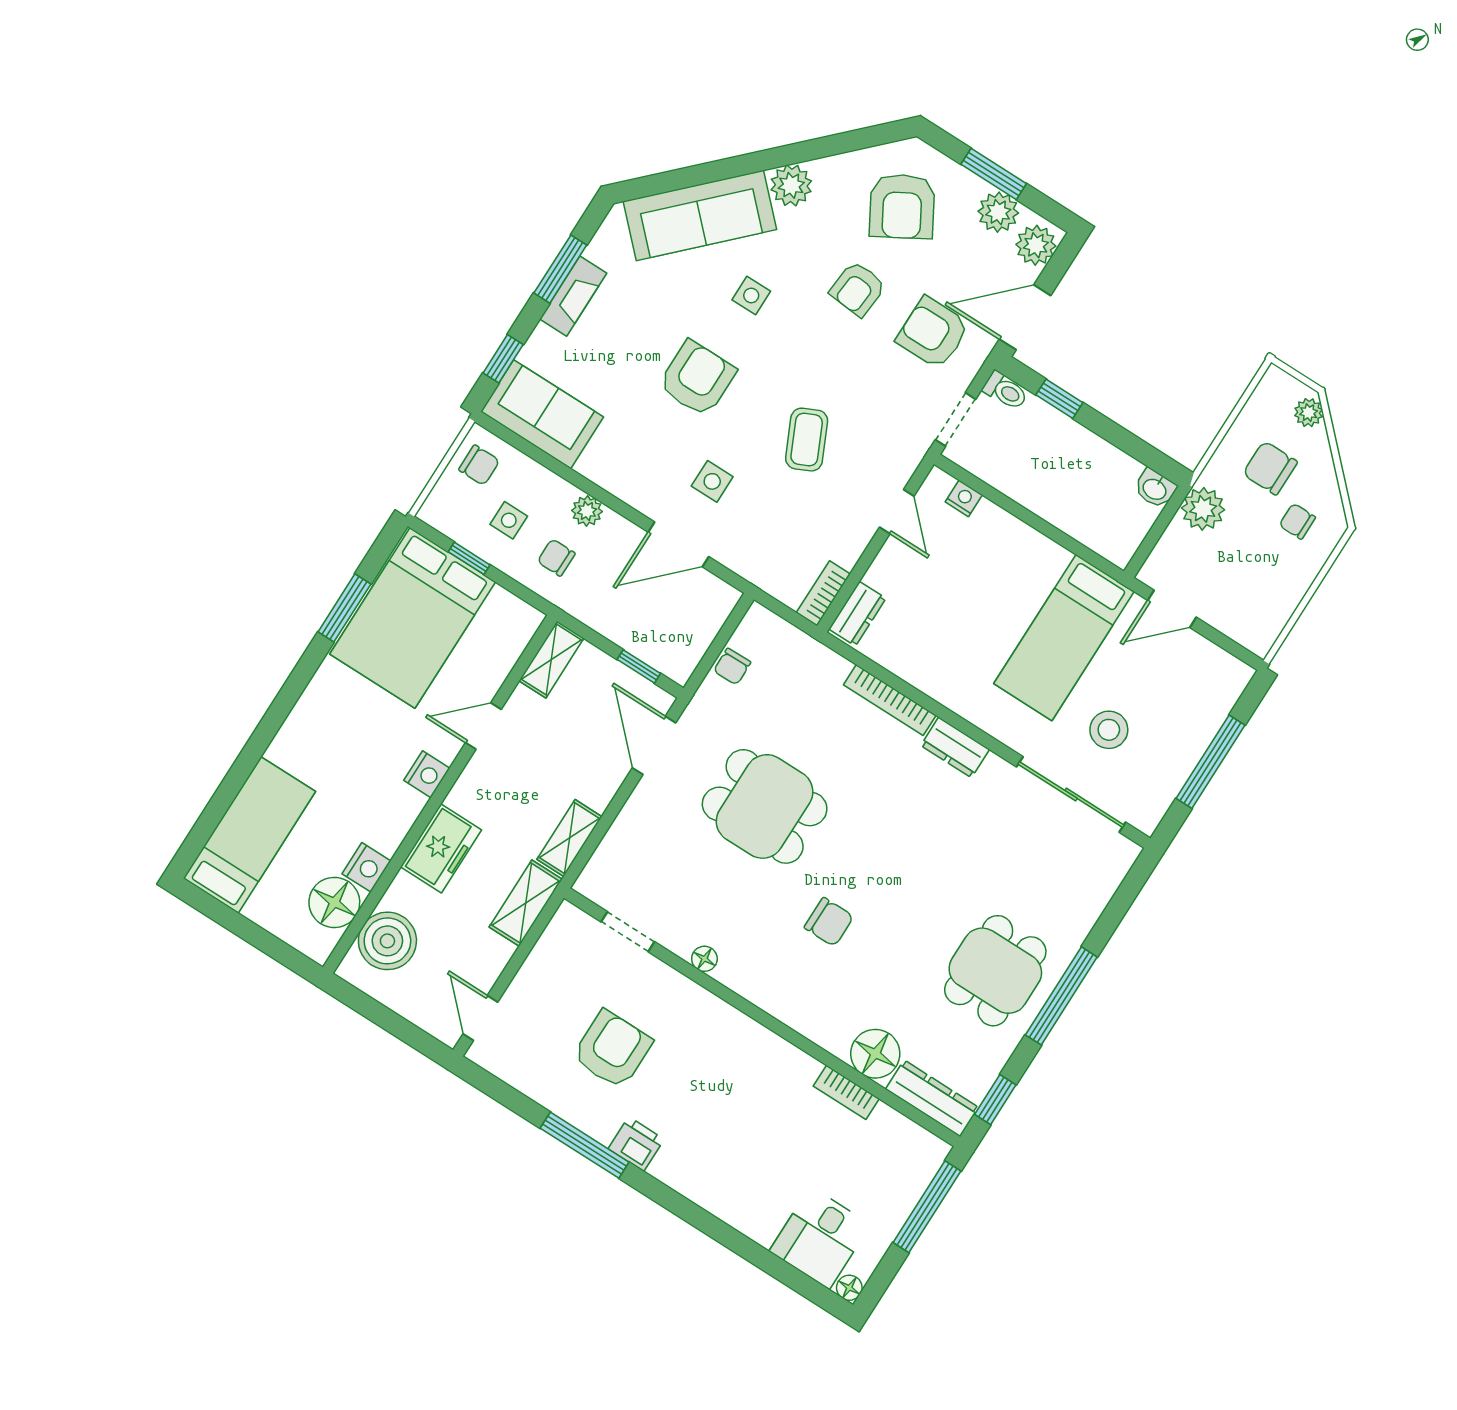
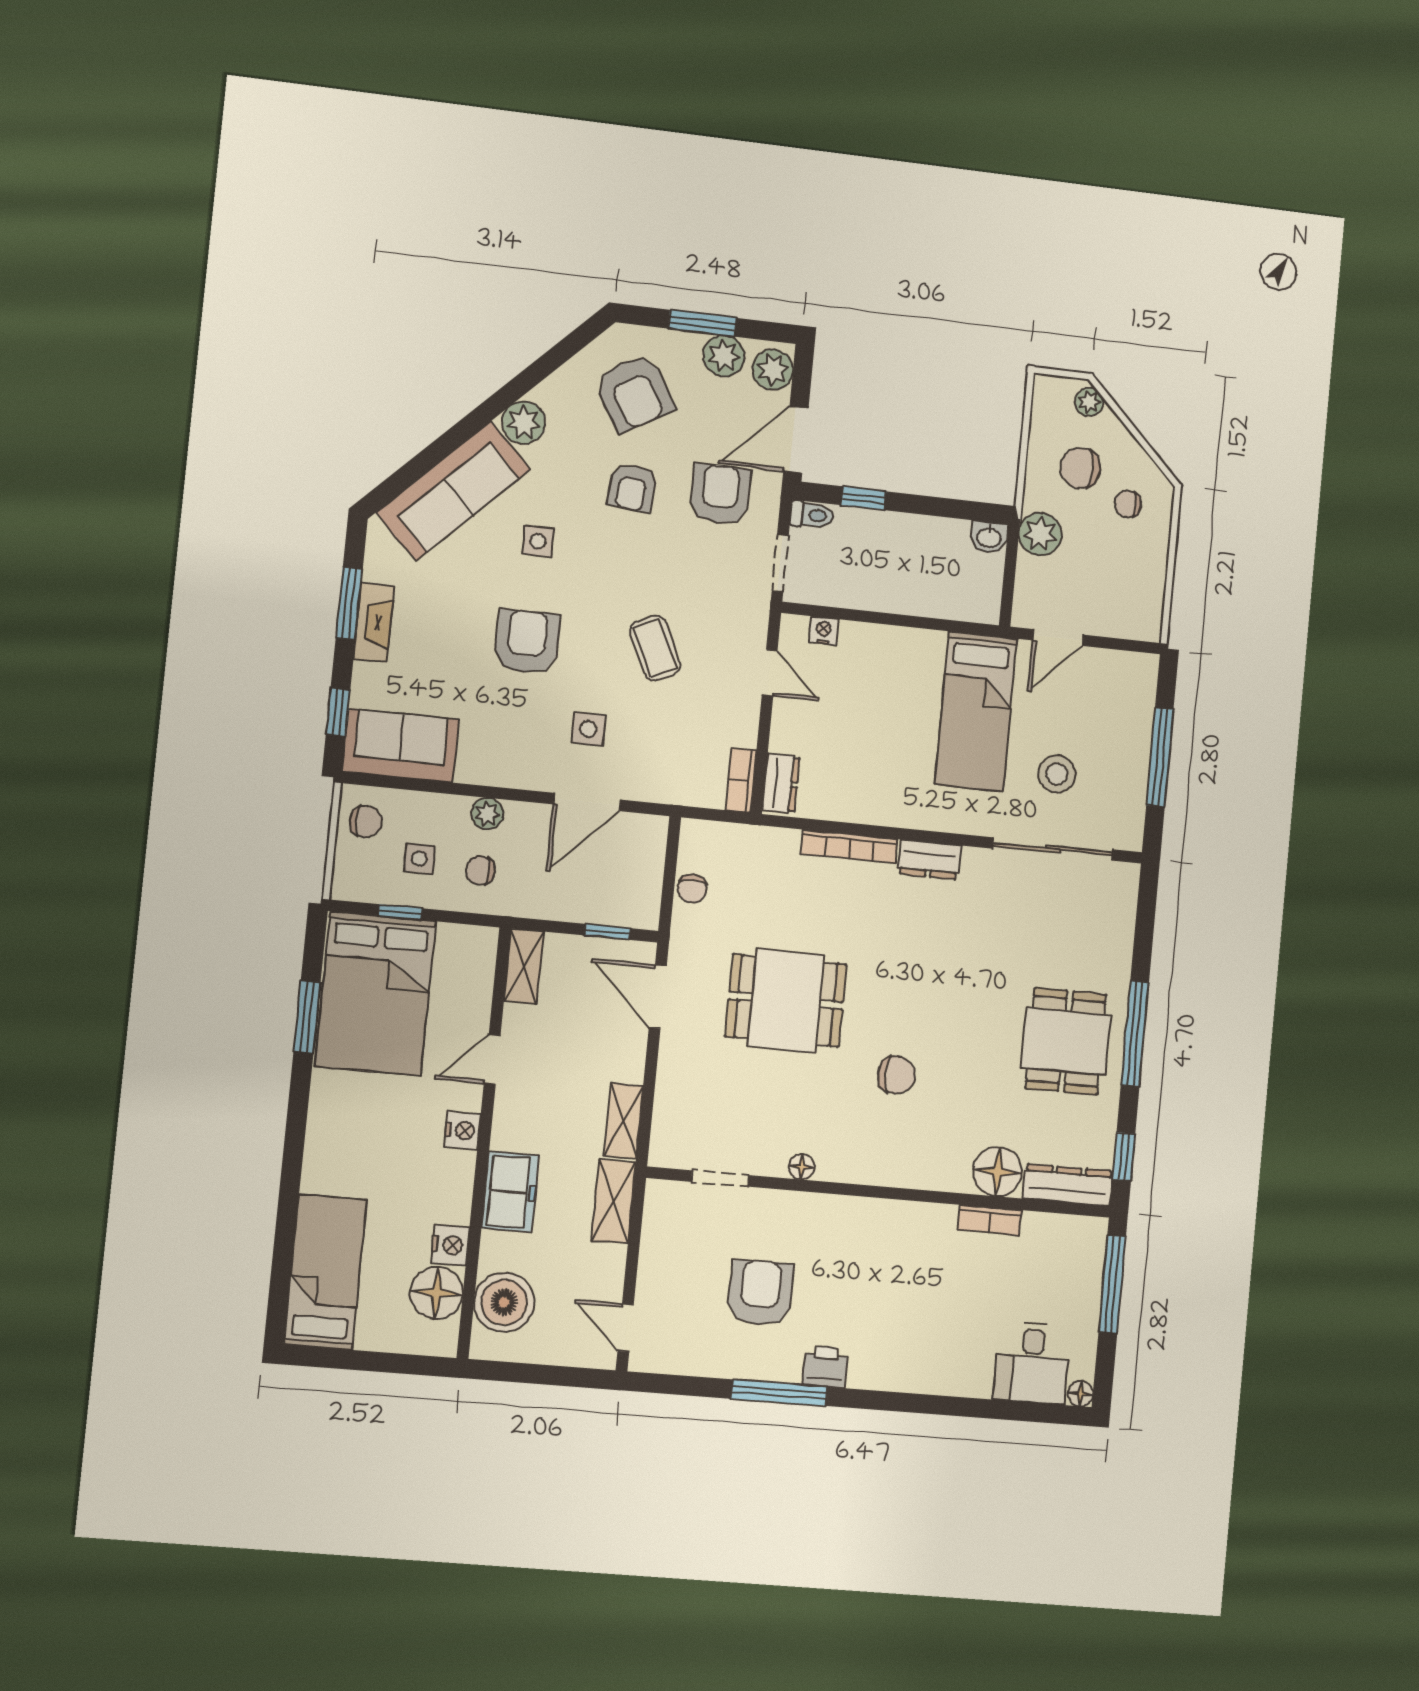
armchair: (933, 333) -> (720, 494), turned 90

